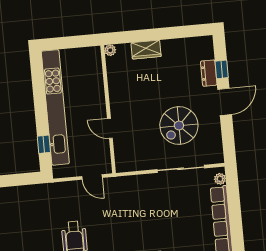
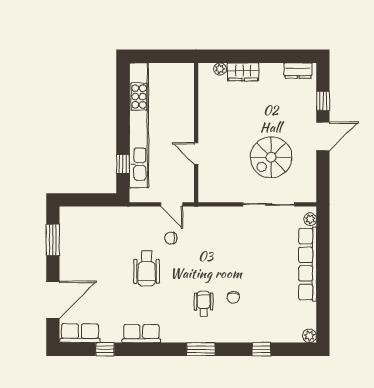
plant: (110, 50) -> (220, 69), moved
dresser: (209, 73) -> (298, 71), moved, turned -90
chair: (94, 208) -> (171, 238), added

